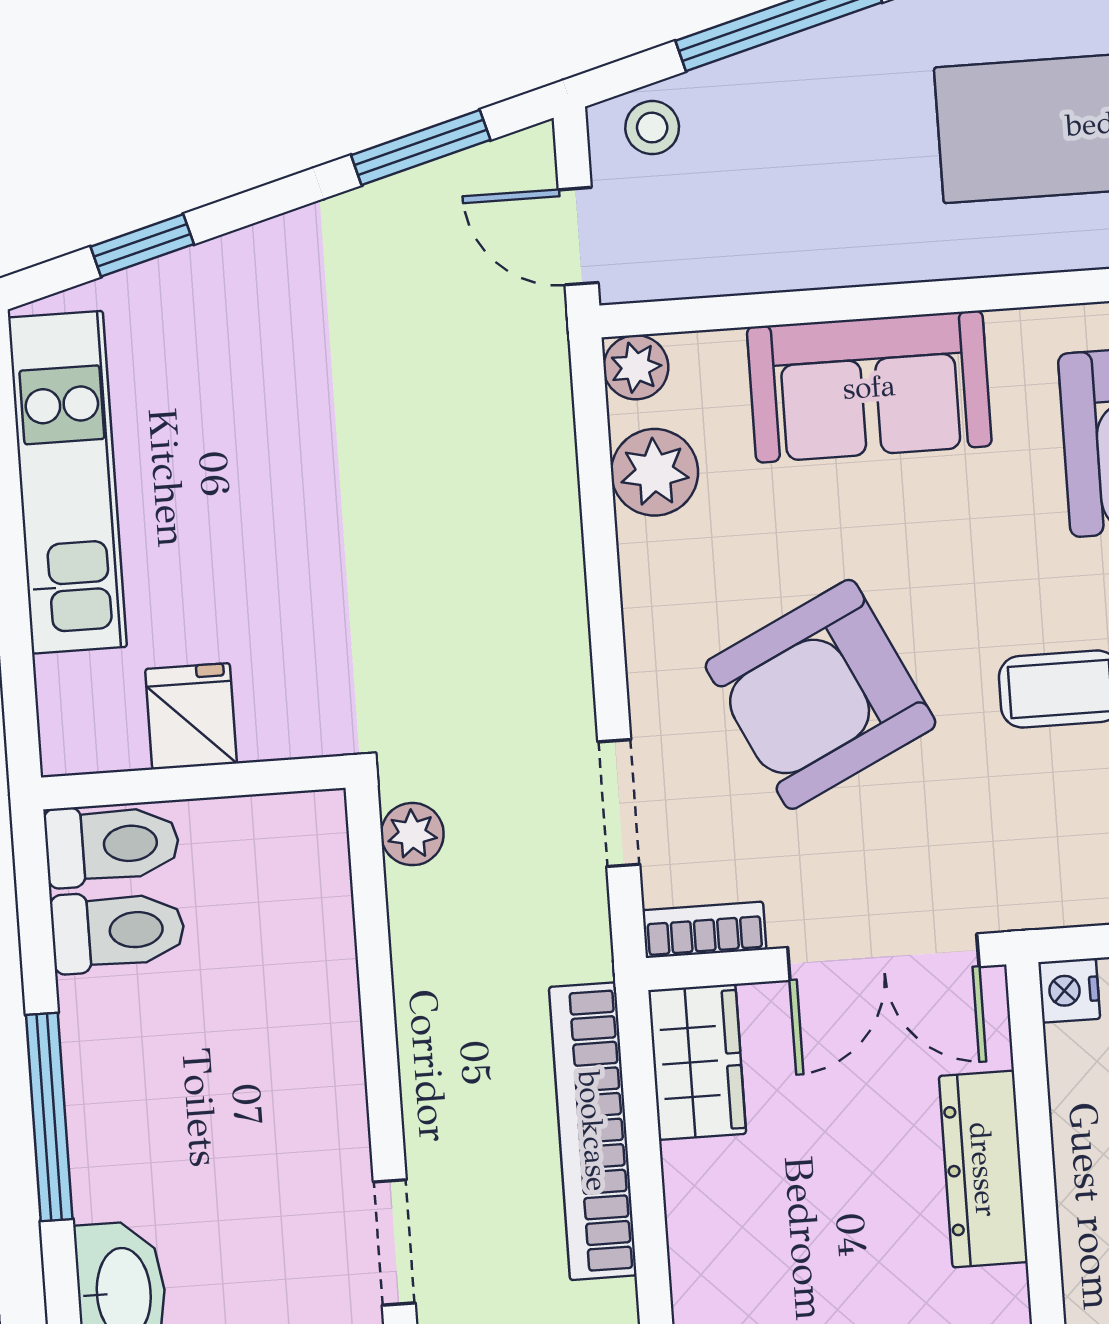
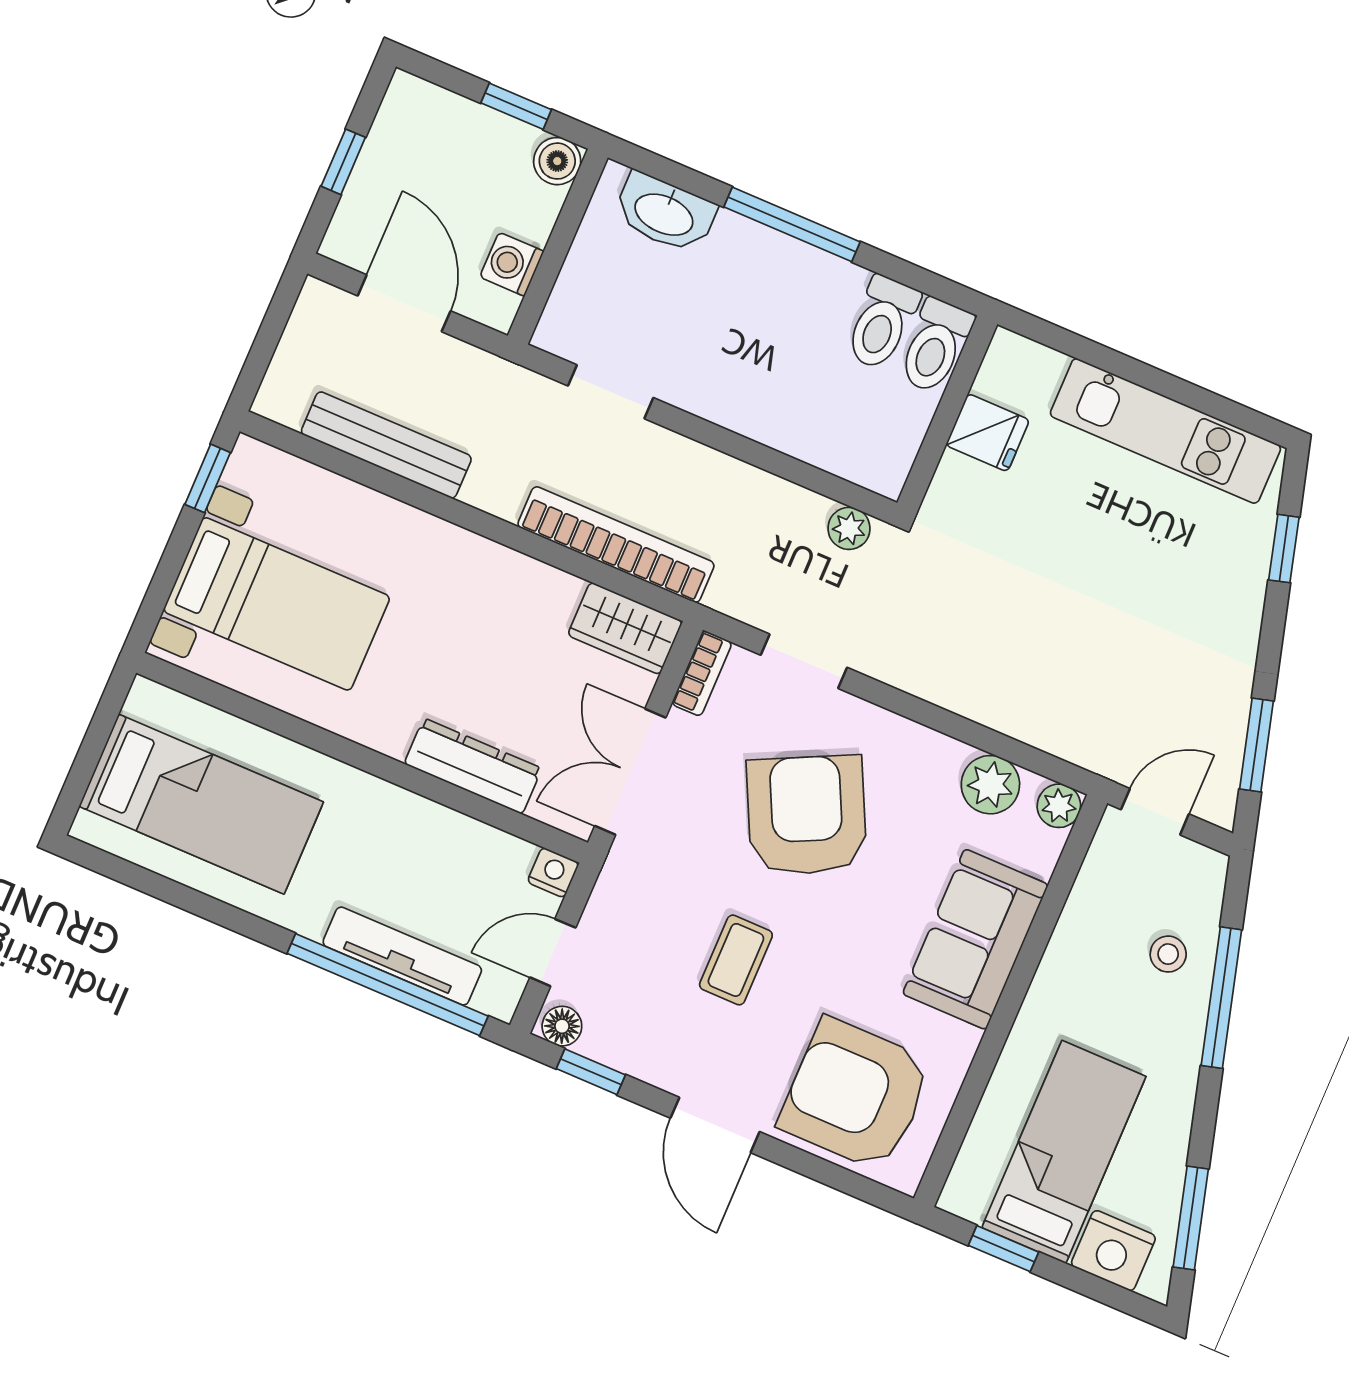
stool: (652, 128) -> (1168, 954), moved

